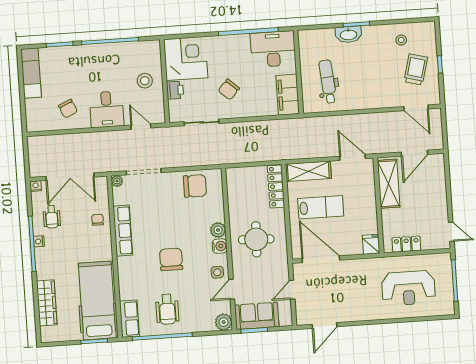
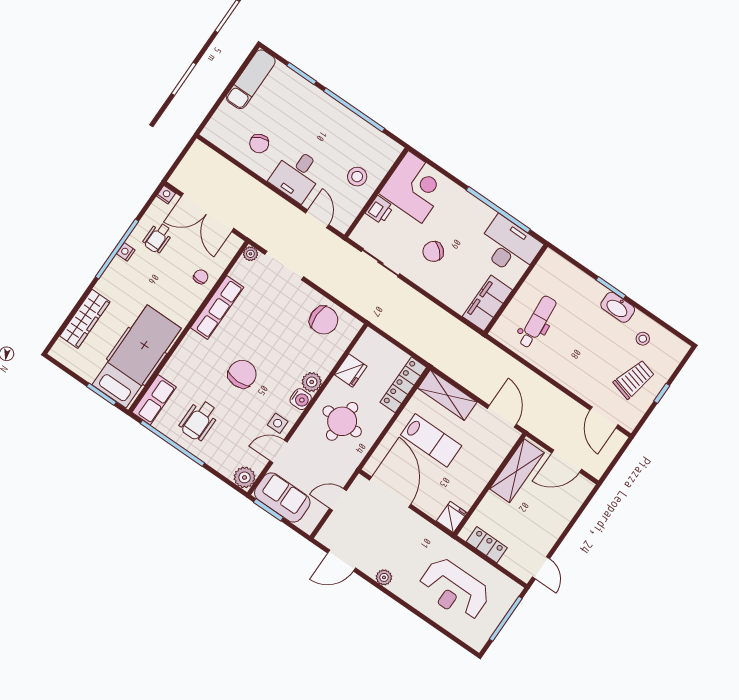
washbasin: (348, 34) -> (618, 307), moved
fridge: (236, 204) -> (351, 370), added
plant: (359, 315) -> (384, 577), added

